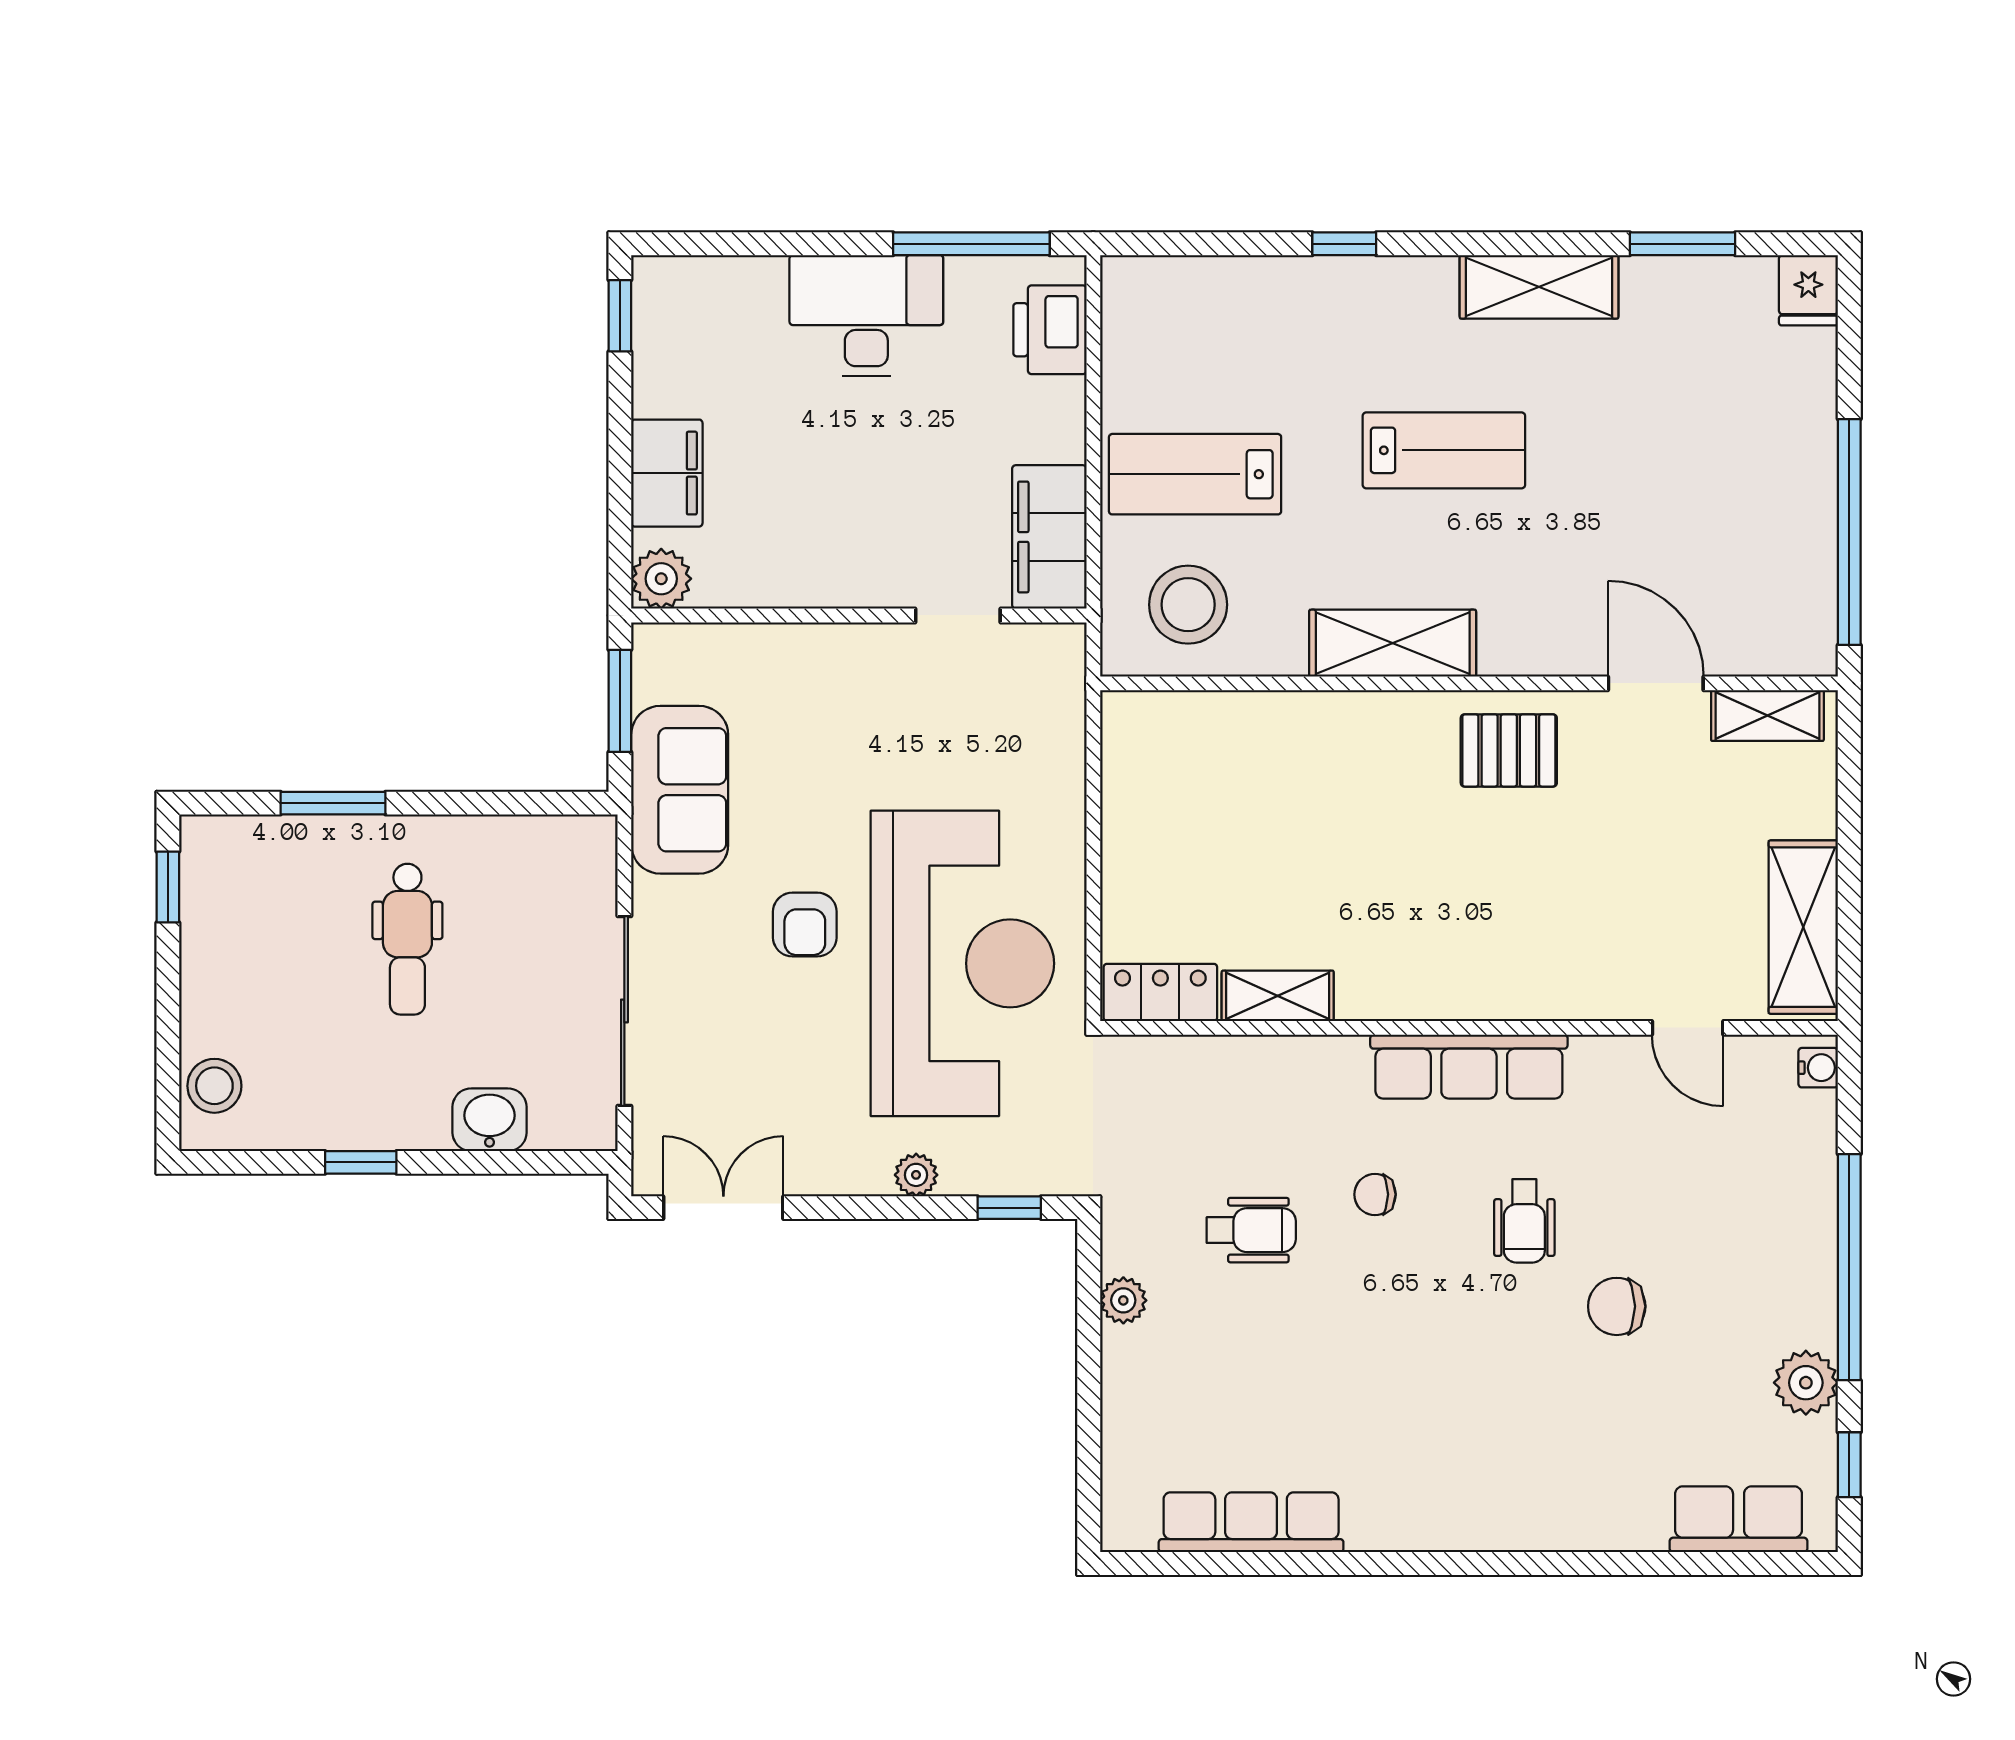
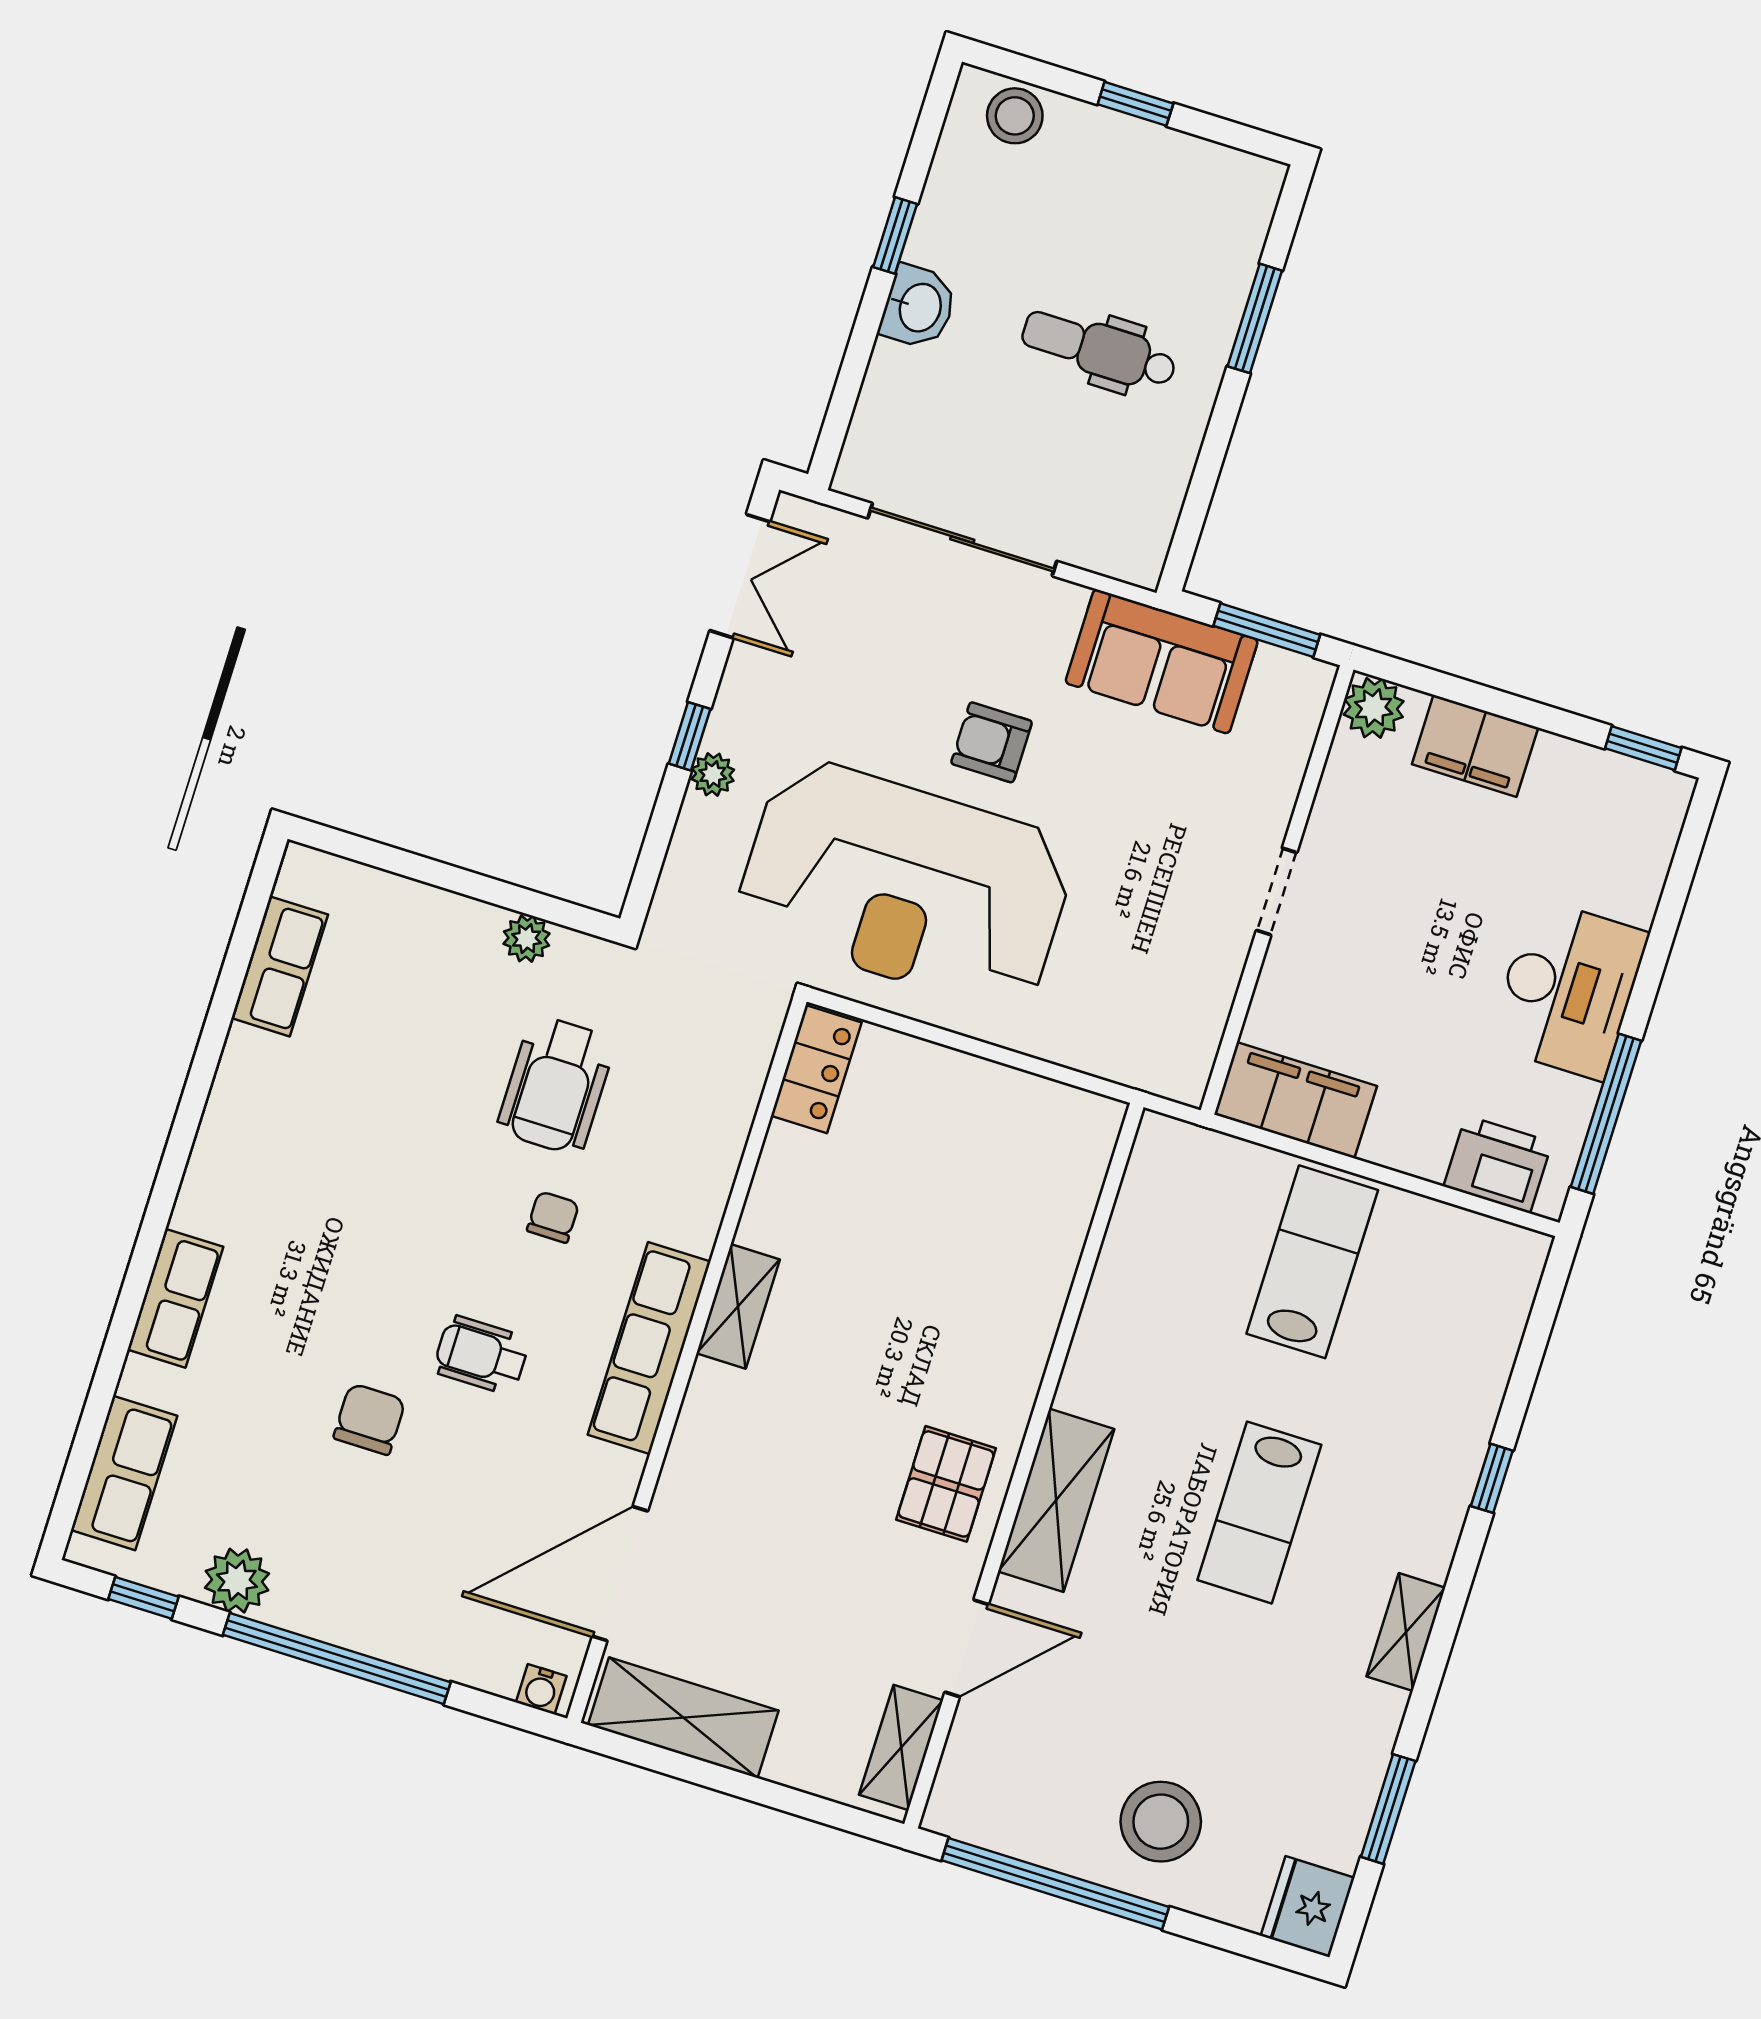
shelving: (1539, 287) -> (1406, 1632), width x0.67, depth x0.75
fridge: (1808, 290) -> (1308, 1907), width x1.38
stool: (1188, 605) -> (1161, 1822), moved
doorway: (958, 615) -> (1277, 892), moved
shelving: (1393, 643) -> (1056, 1500), moved
window: (168, 887) -> (1135, 104), moved
shelving: (1278, 996) -> (738, 1306), moved
door: (1688, 1028) -> (620, 1574), width x1.88
washbasin: (490, 1120) -> (918, 307), moved
window: (1009, 1208) -> (690, 736), moved
wheelchair: (1251, 1230) -> (556, 1085), width x1.36, depth x1.37
row of seats: (1251, 1522) -> (280, 966), width x0.68
row of seats: (1561, 1523) -> (175, 1298), added

